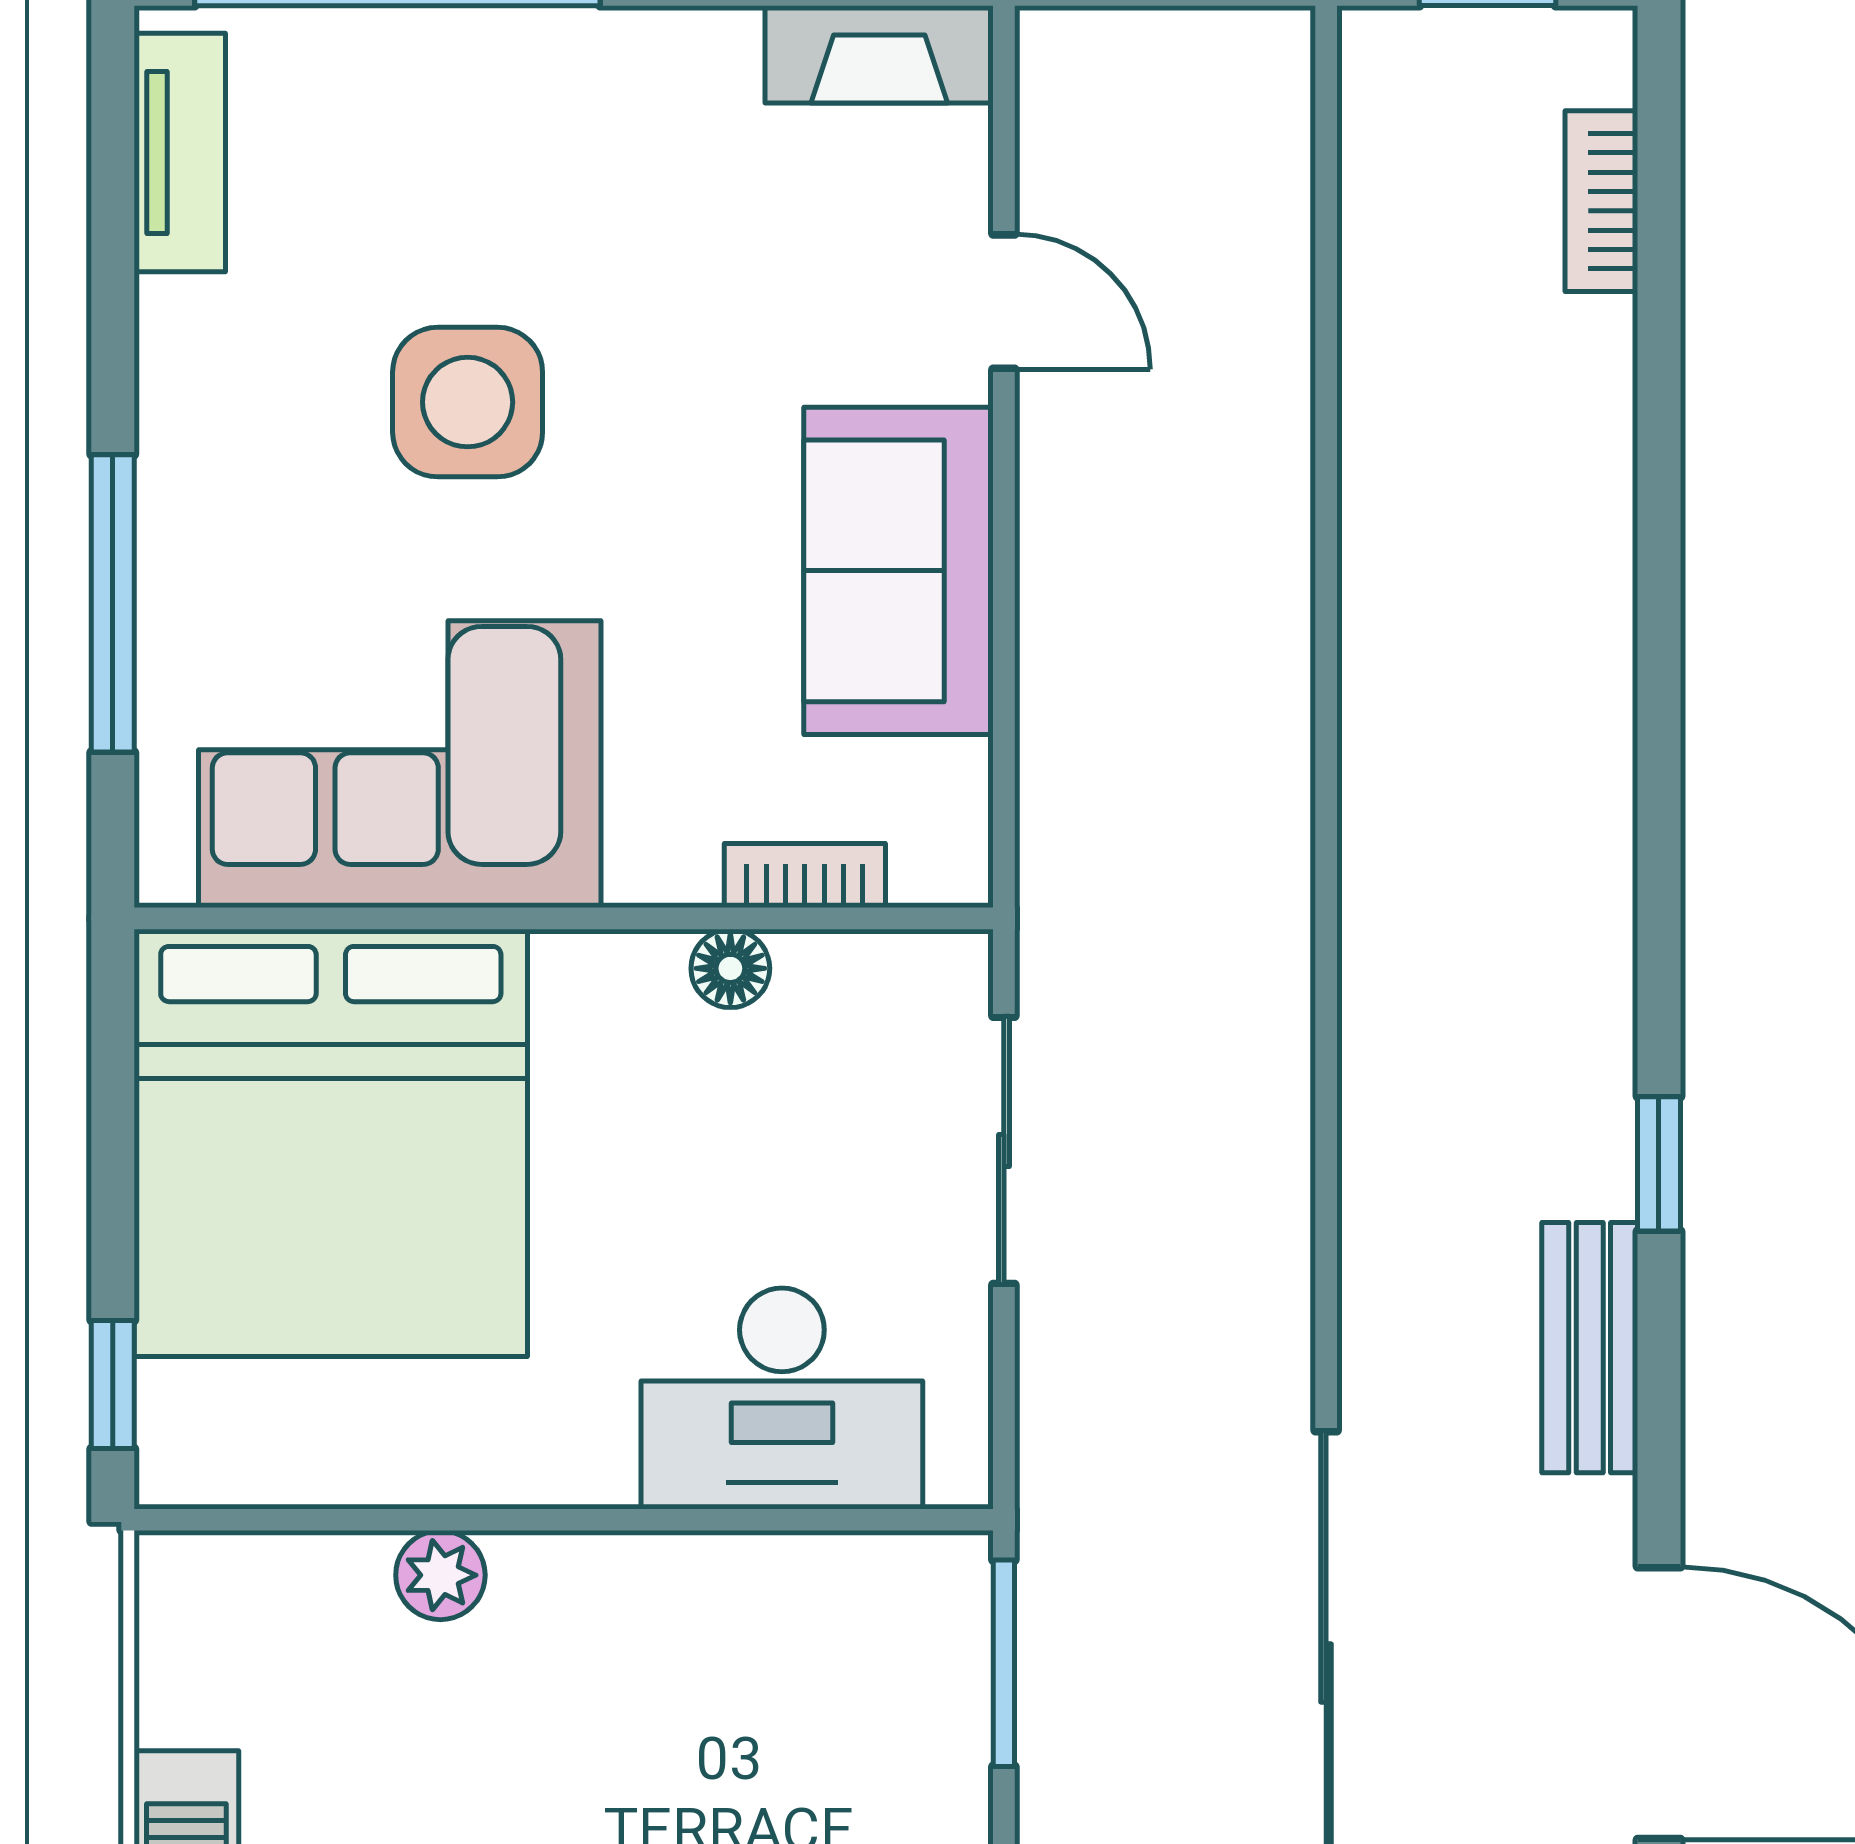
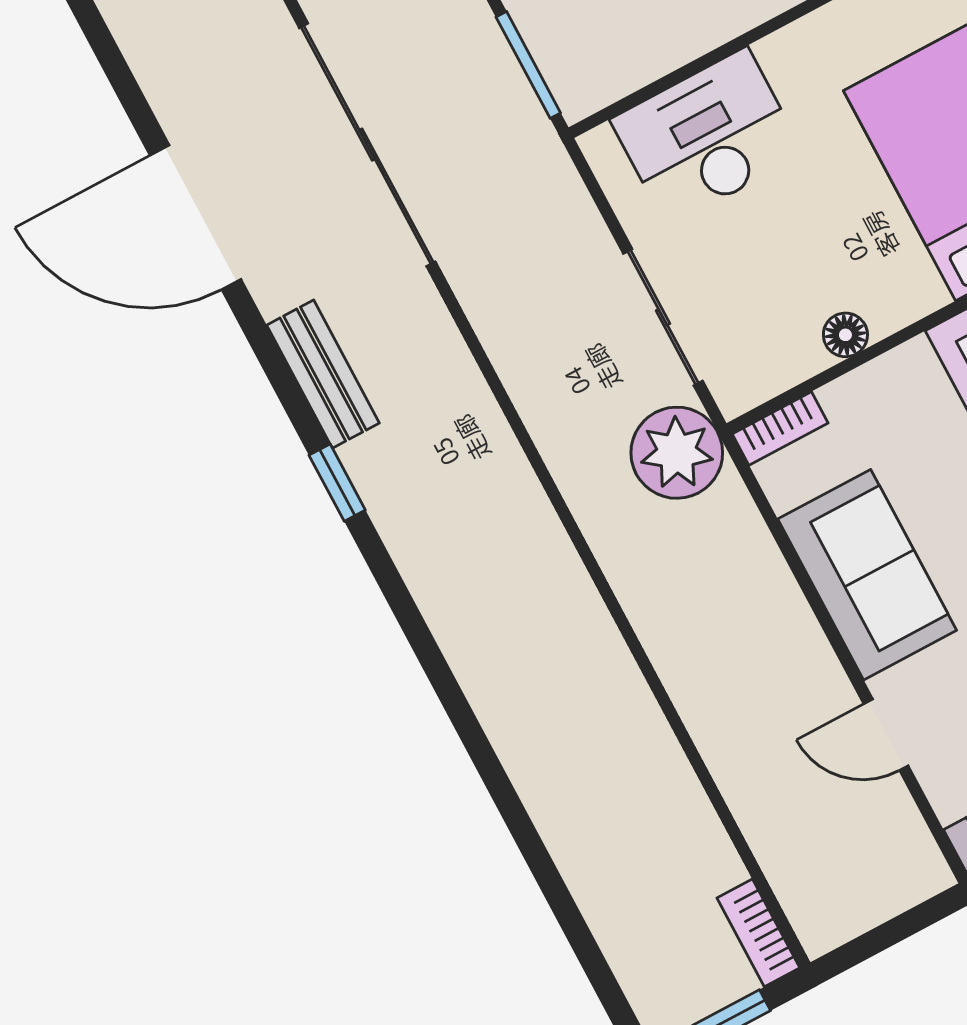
bookcase: (1601, 201) -> (758, 933), moved, turned 180
bookcase: (805, 875) -> (780, 429), moved
plant: (1097, 924) -> (677, 453), added

